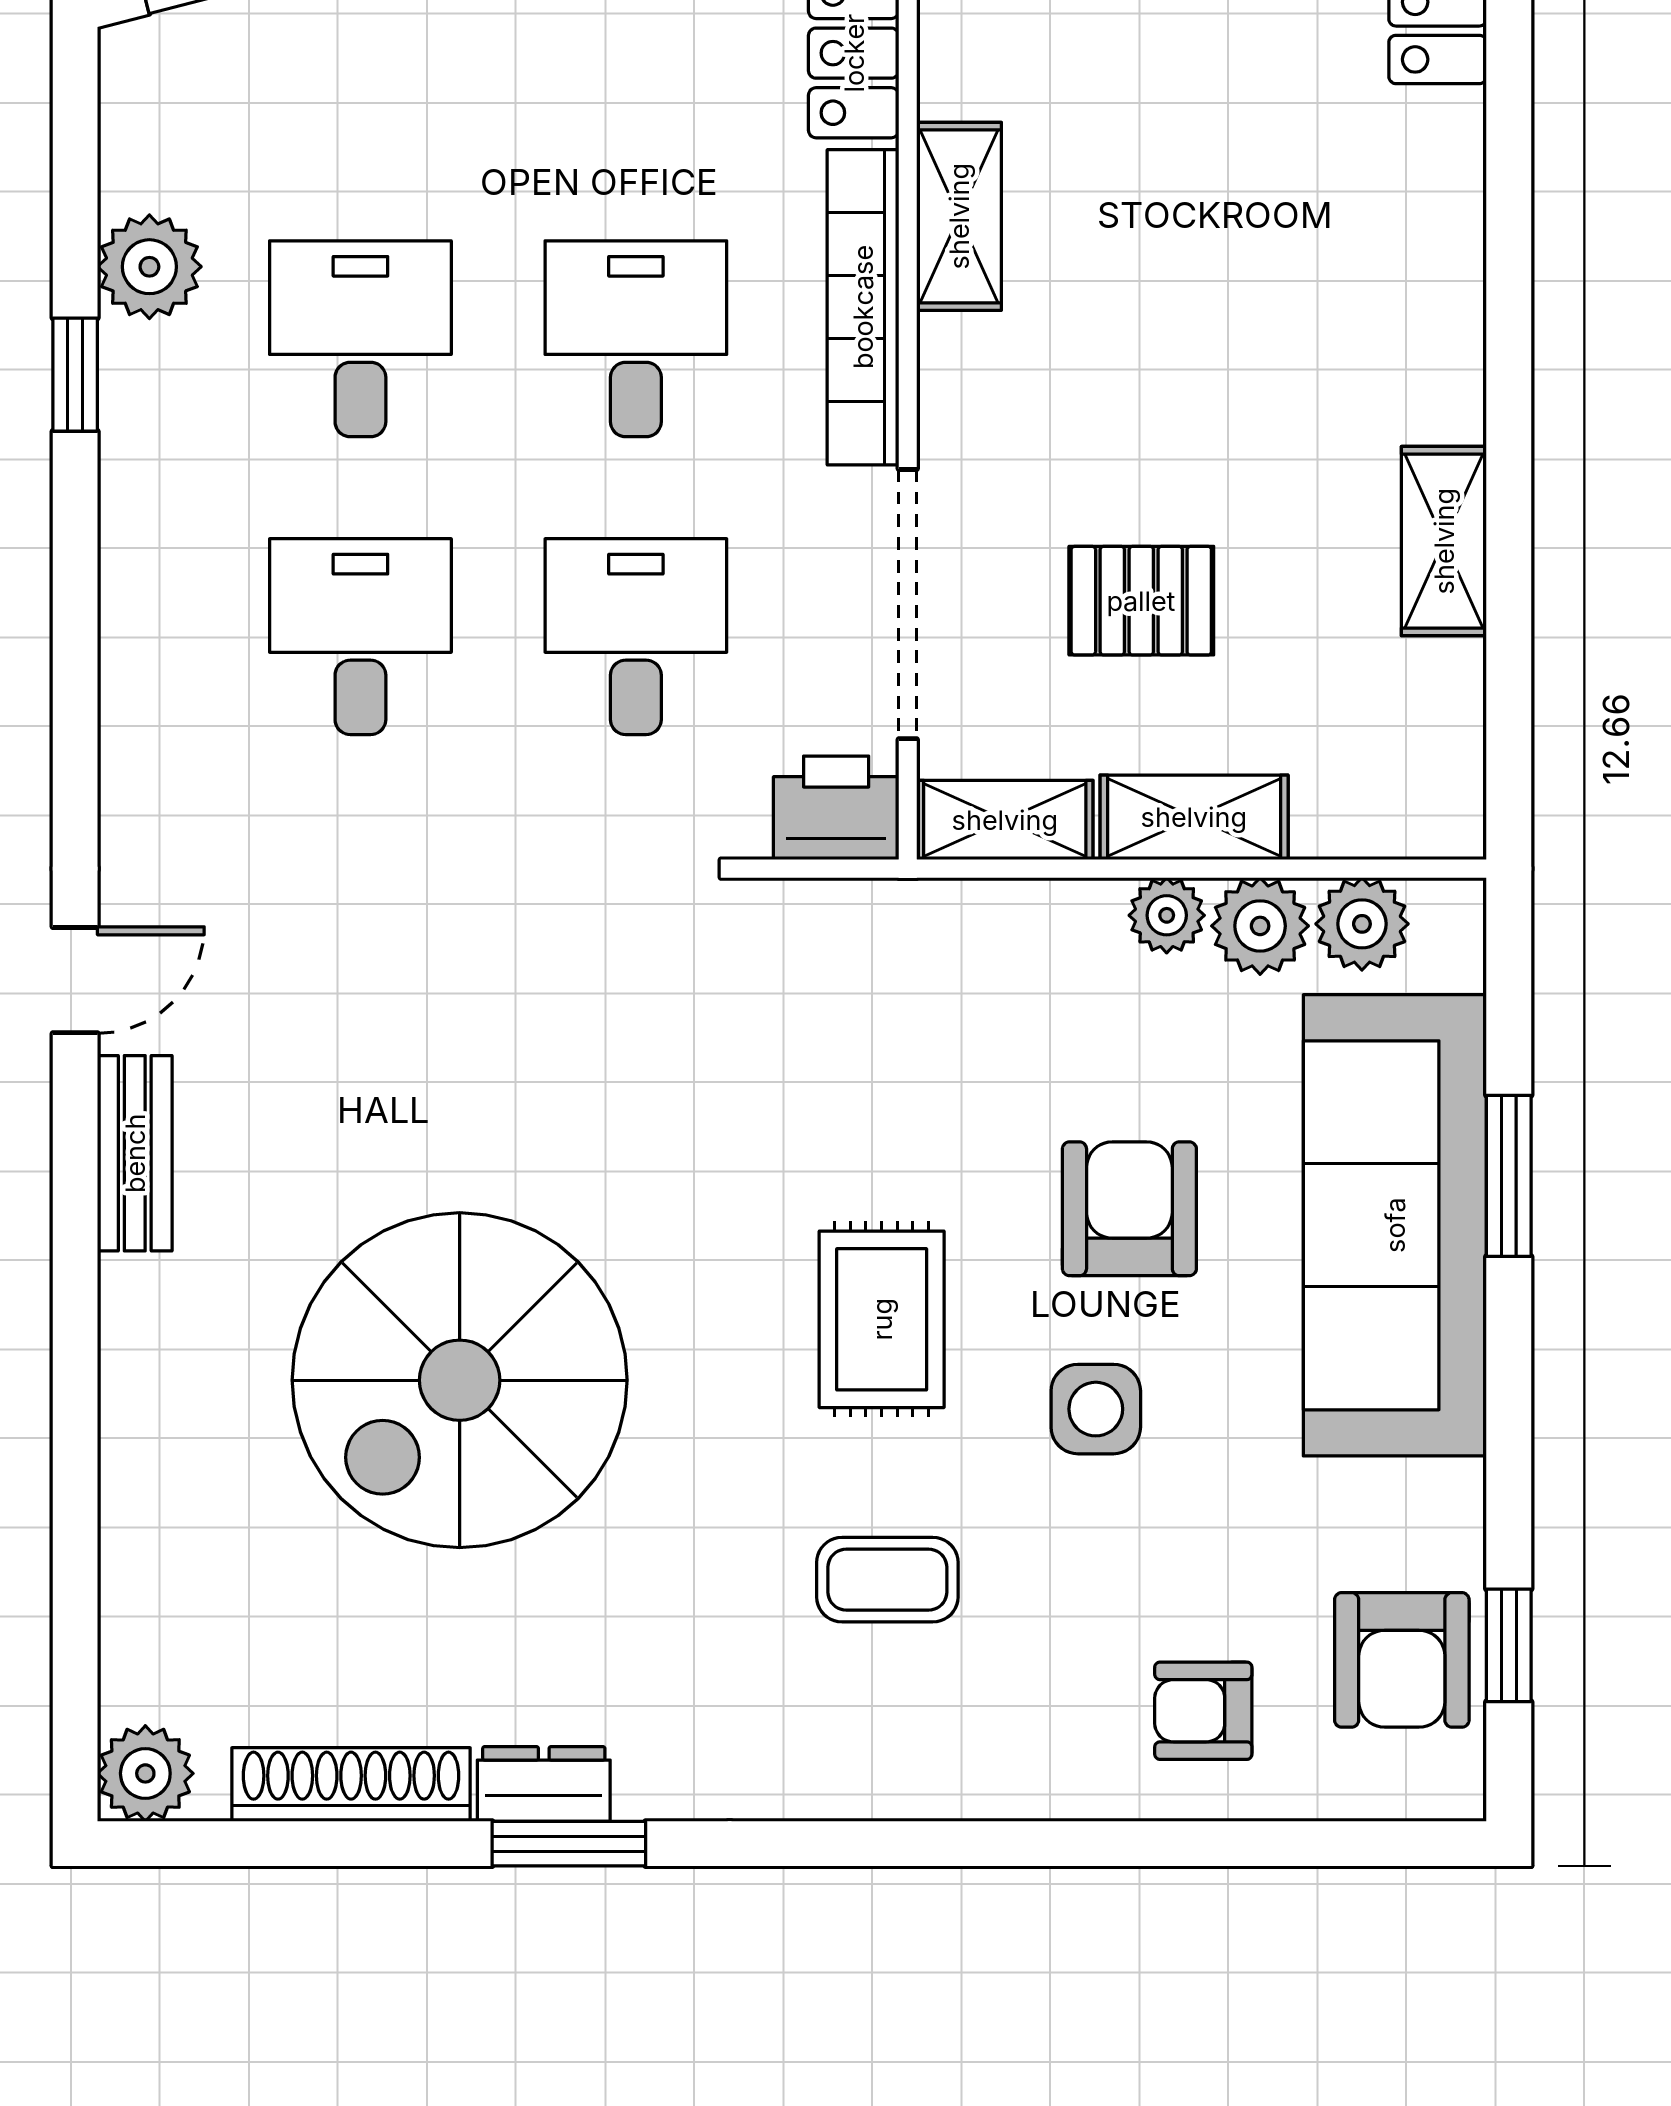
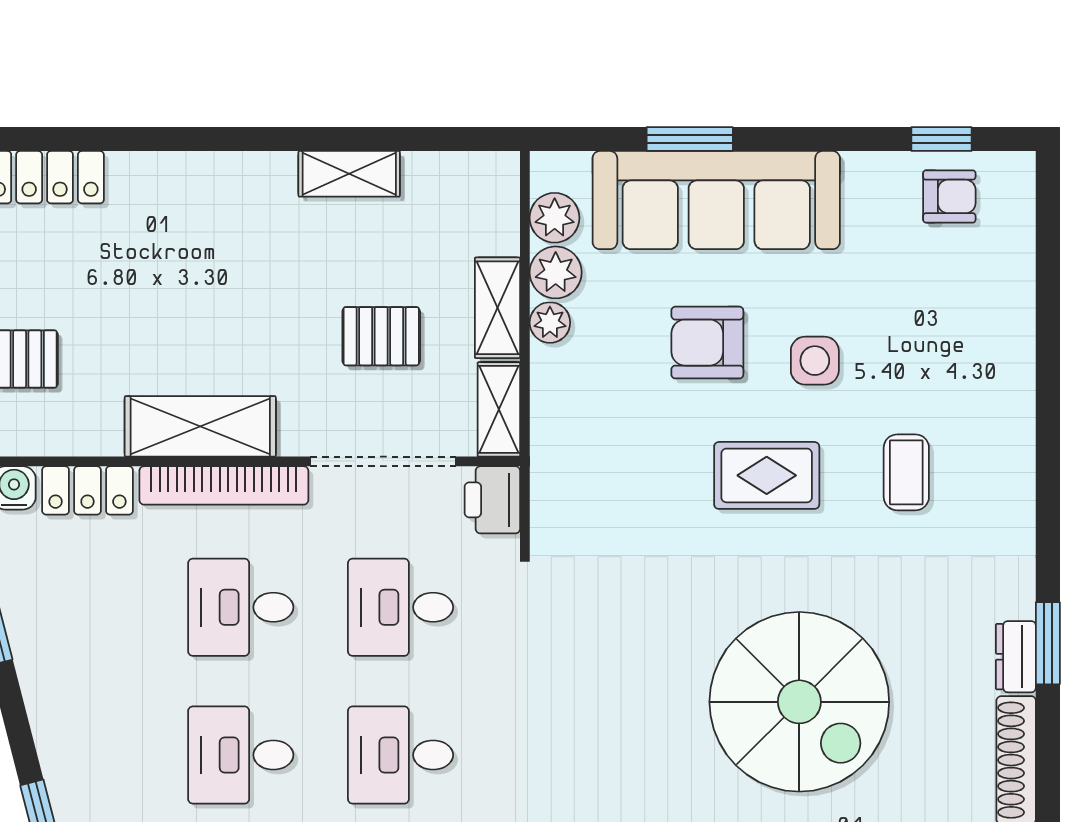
shelving: (959, 216) -> (200, 426), width x1.50, depth x1.33
pallet: (1141, 601) -> (381, 336), turned 90
armchair: (1402, 1660) -> (949, 196), width x0.72, depth x0.72
armchair: (1203, 1711) -> (977, 303), removed

